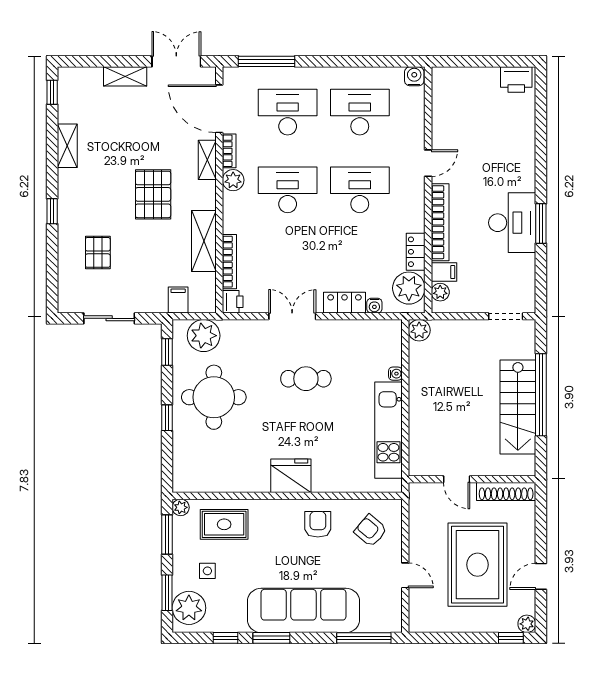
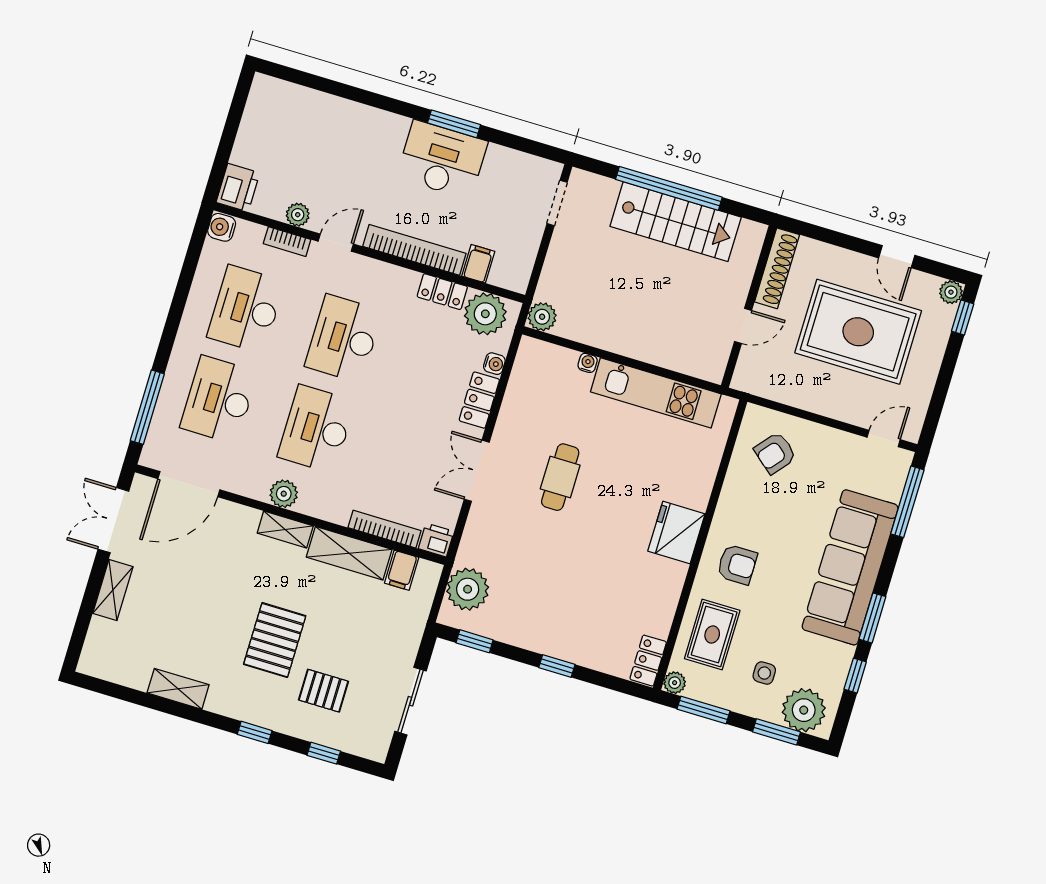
printer: (516, 80) -> (238, 188), moved
window: (52, 92) -> (324, 753), moved
bookcase: (229, 151) -> (287, 242), moved, turned 180
shelving: (207, 160) -> (285, 530), moved
door: (428, 163) -> (336, 243), hinge flipped
pallet: (153, 194) -> (275, 640), moved, turned 90
plant: (440, 292) -> (298, 215), moved
filing cabinet: (178, 300) -> (402, 570), moved, turned -90
round table: (214, 397) -> (549, 600), removed
locker: (191, 483) -> (648, 661), added
armchair: (318, 524) -> (737, 565), moved, turned 180
door: (405, 575) -> (884, 438), moved

